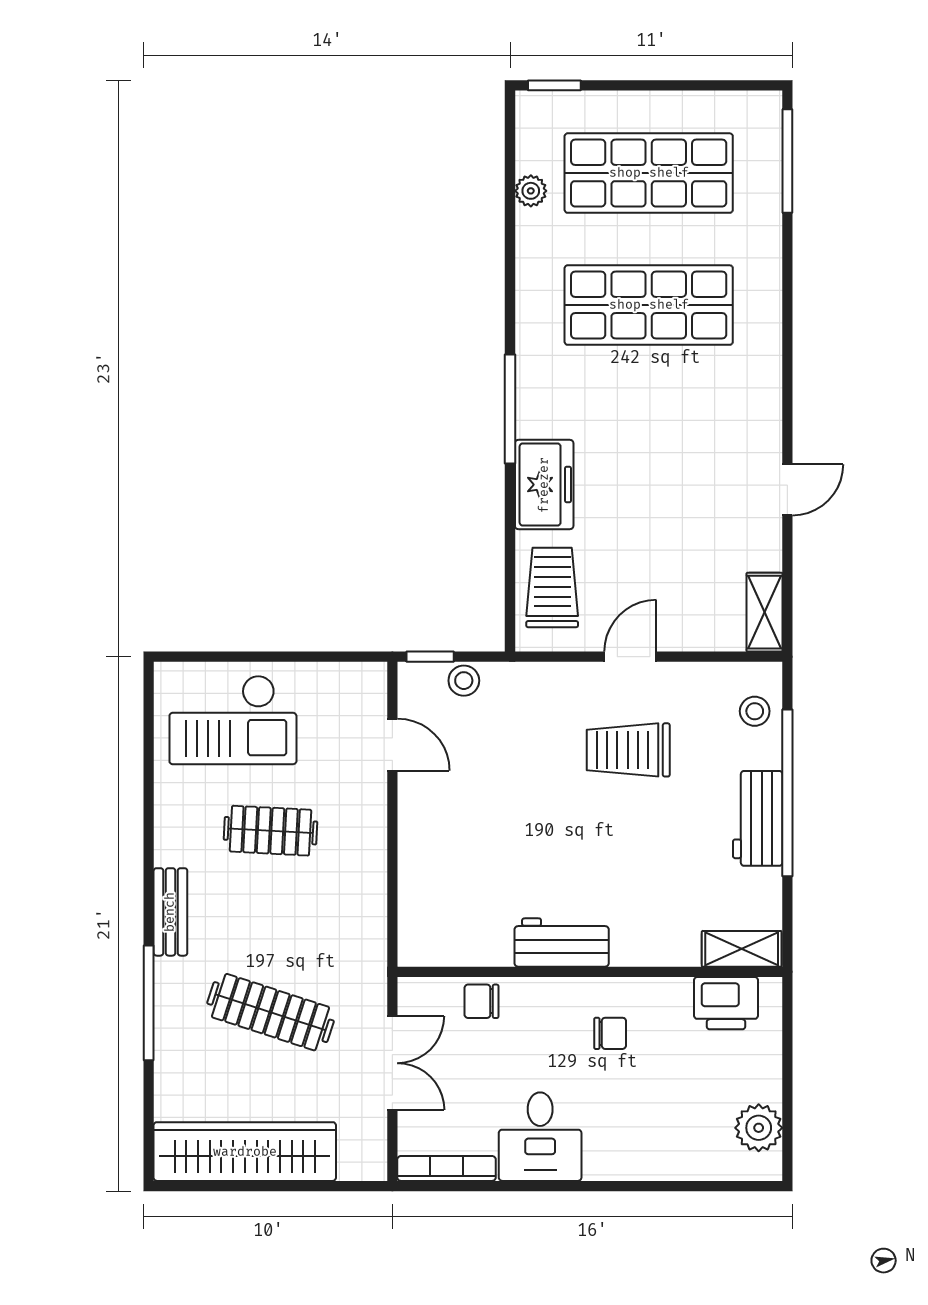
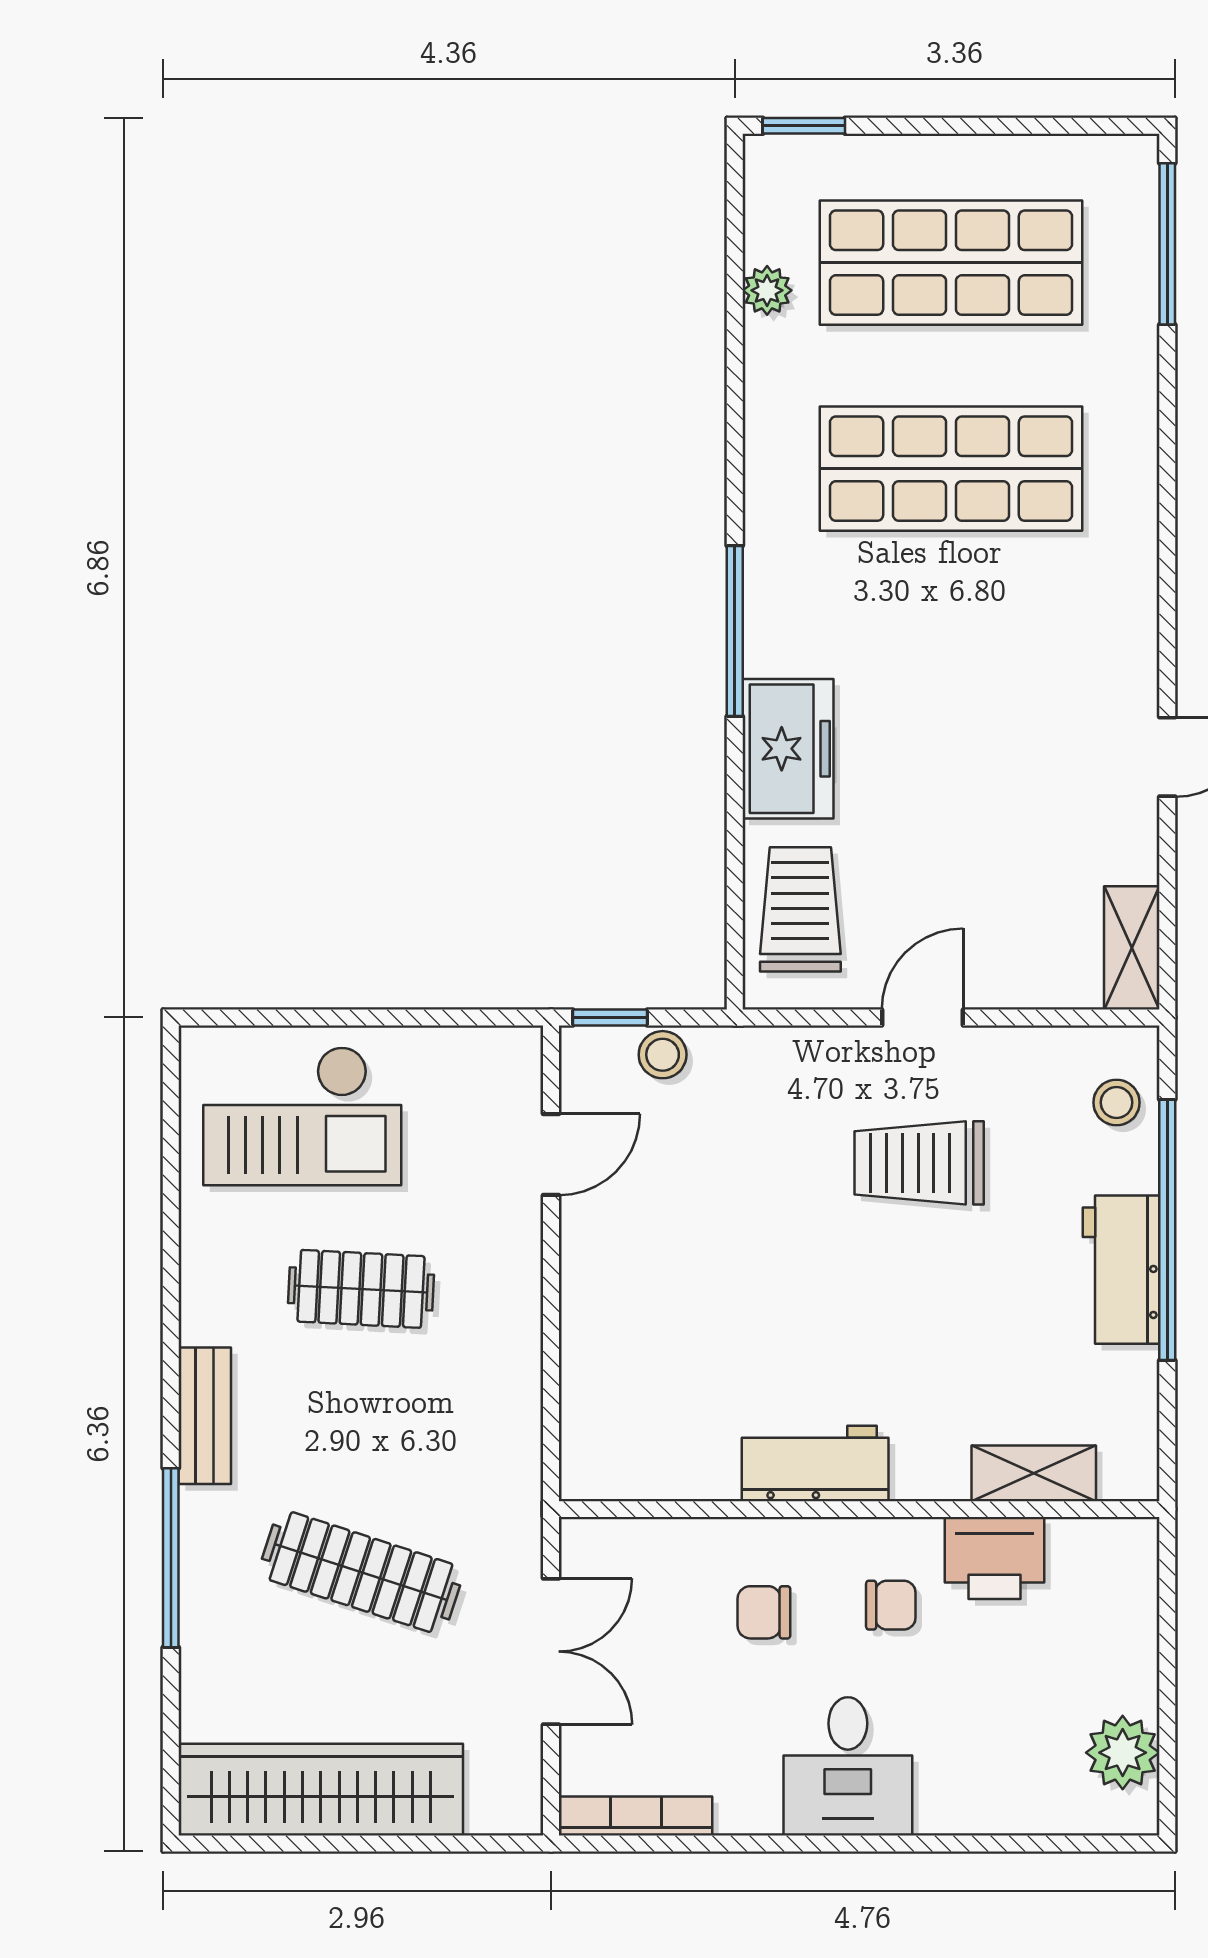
door: (392, 745) -> (551, 1154), hinge flipped
shelving: (742, 949) -> (1034, 1473), moved
chair: (481, 1001) -> (764, 1612), moved
printer: (726, 1003) -> (994, 1558), moved
desk: (540, 1137) -> (848, 1766), moved

